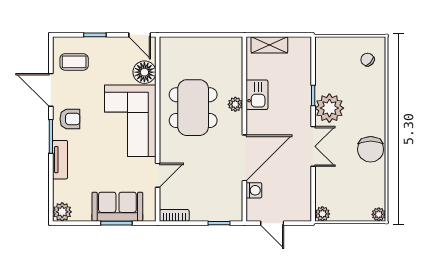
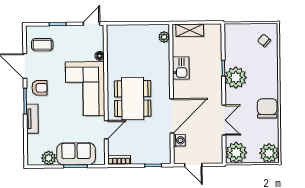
door: (140, 35) -> (92, 24), swing flipped
floor lamp: (144, 72) -> (100, 56), width x0.53, depth x0.53
plant: (235, 104) -> (164, 37), moved
dining table: (193, 108) -> (133, 99), moved
double door: (313, 146) -> (224, 120), moved
chair: (371, 149) -> (267, 108), turned 180
plant: (62, 212) -> (49, 158), moved
plant: (322, 214) -> (236, 153), width x1.88, depth x1.88
plant: (379, 214) -> (269, 153), width x1.88, depth x1.88

